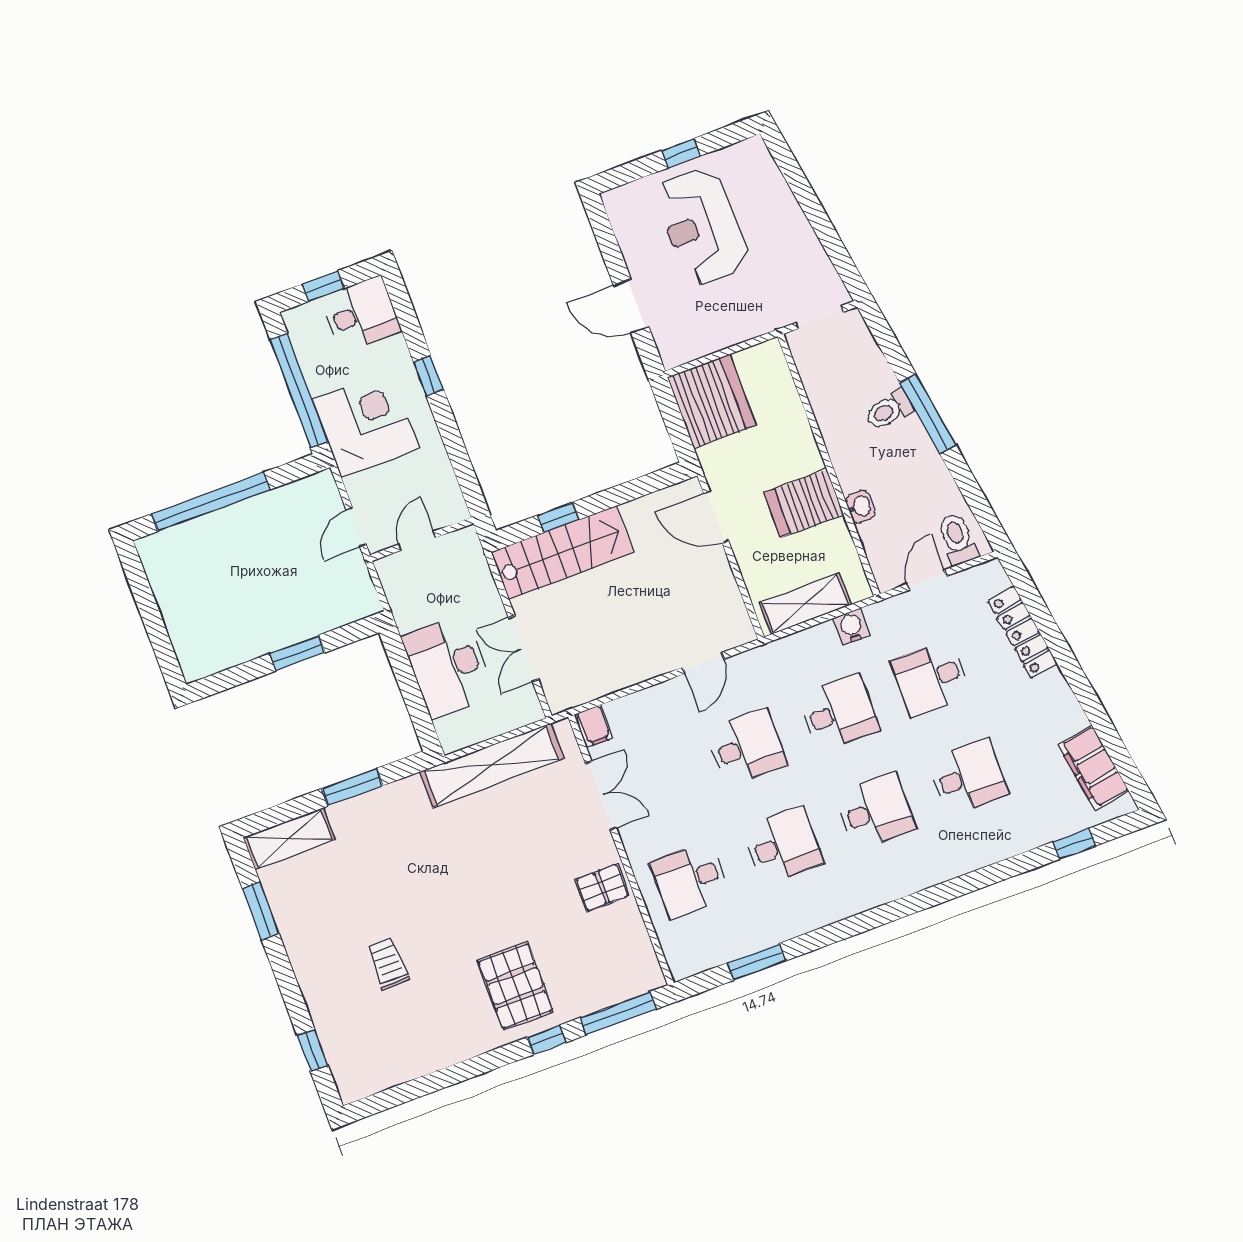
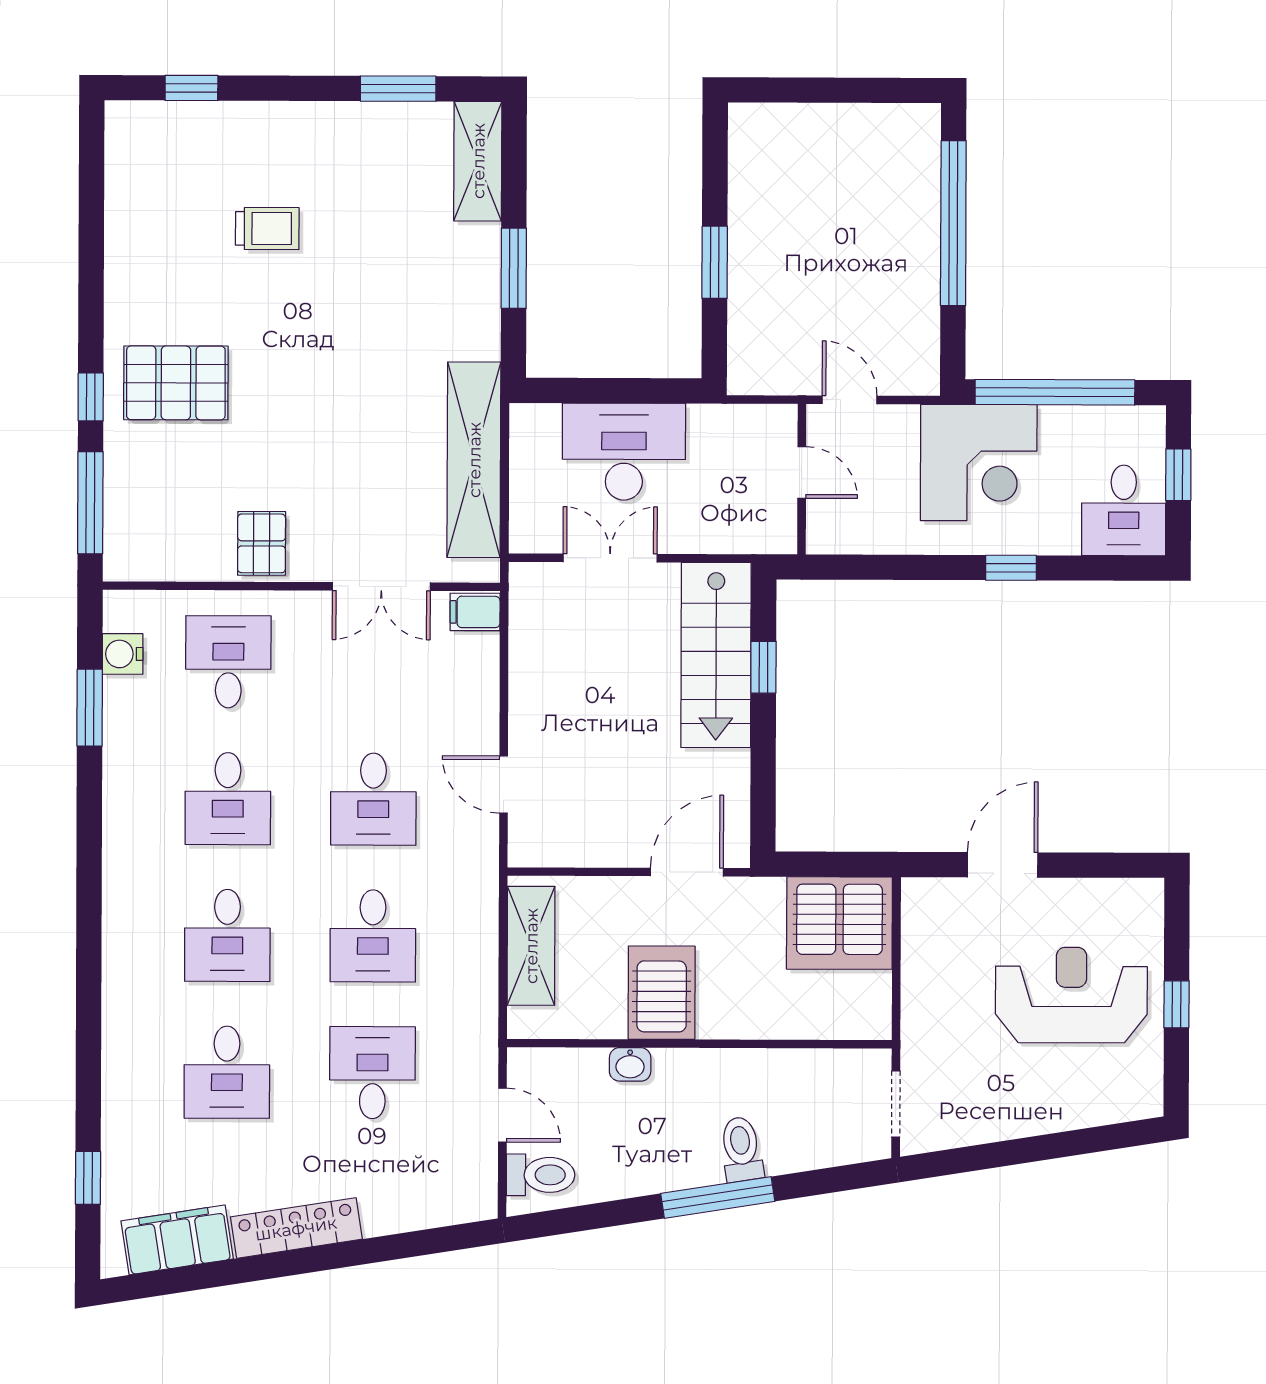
water cooler: (851, 627) -> (123, 654), moved, turned 180
locker: (1023, 632) -> (296, 1228), moved

